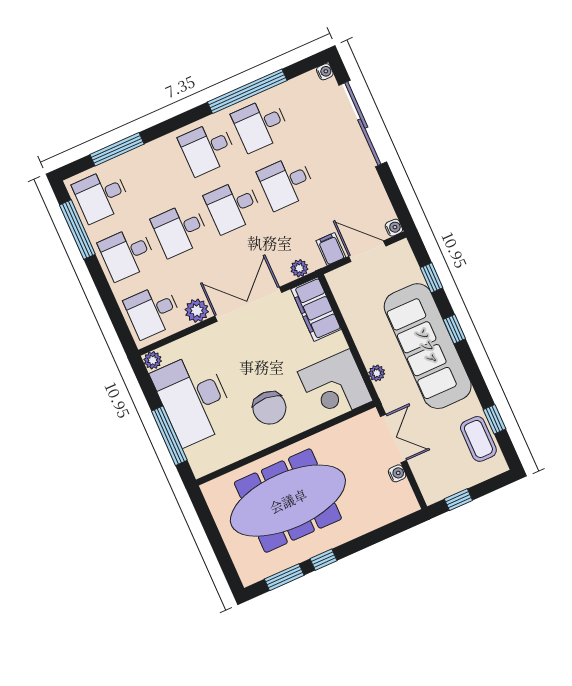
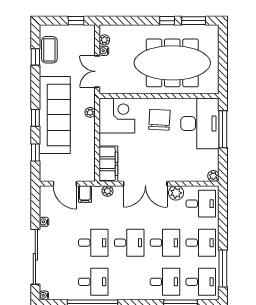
desk: (208, 148) -> (165, 282), moved
water cooler: (394, 228) -> (44, 222), moved
desk: (194, 399) -> (200, 123), moved
plant: (404, 490) -> (104, 40), added

